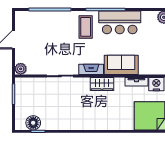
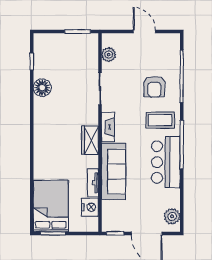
armchair: (58, 32) -> (154, 87), added
sofa: (121, 65) -> (114, 171), width x1.36
plant: (21, 69) -> (109, 55), moved
floor lamp: (33, 123) -> (42, 88), moved

